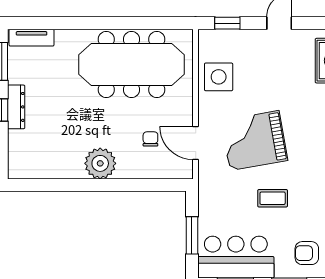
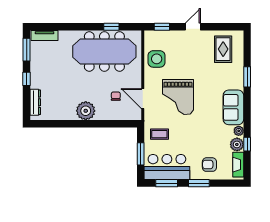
window: (143, 23) -> (111, 27), added
dresser: (16, 107) -> (35, 102), moved
grand piano: (254, 141) -> (178, 97), turned -80
coffee table: (273, 198) -> (159, 134), moved

